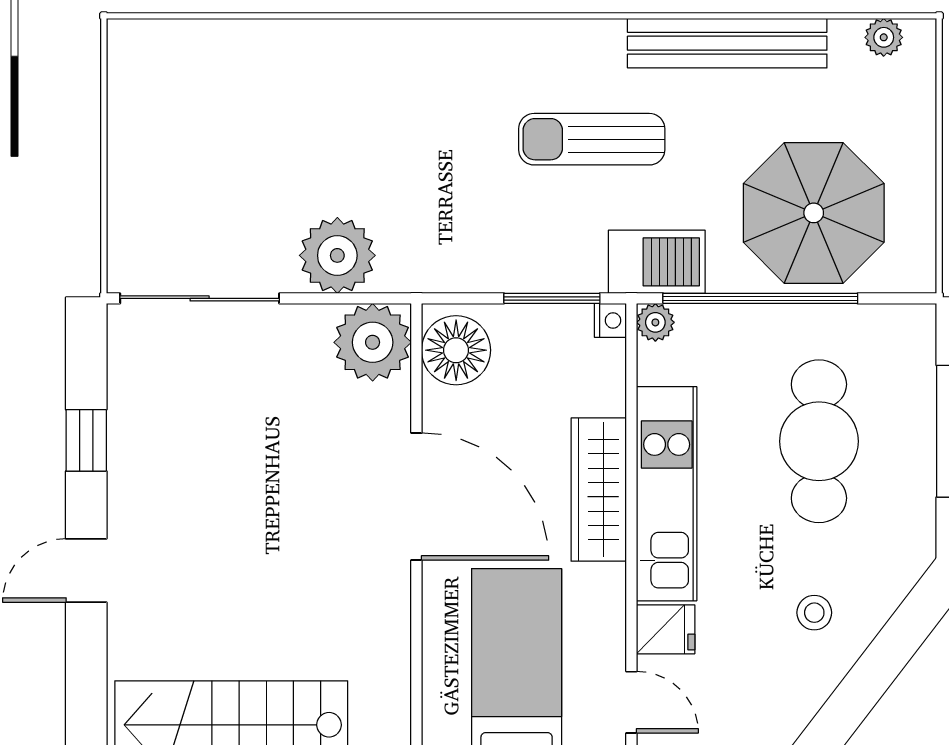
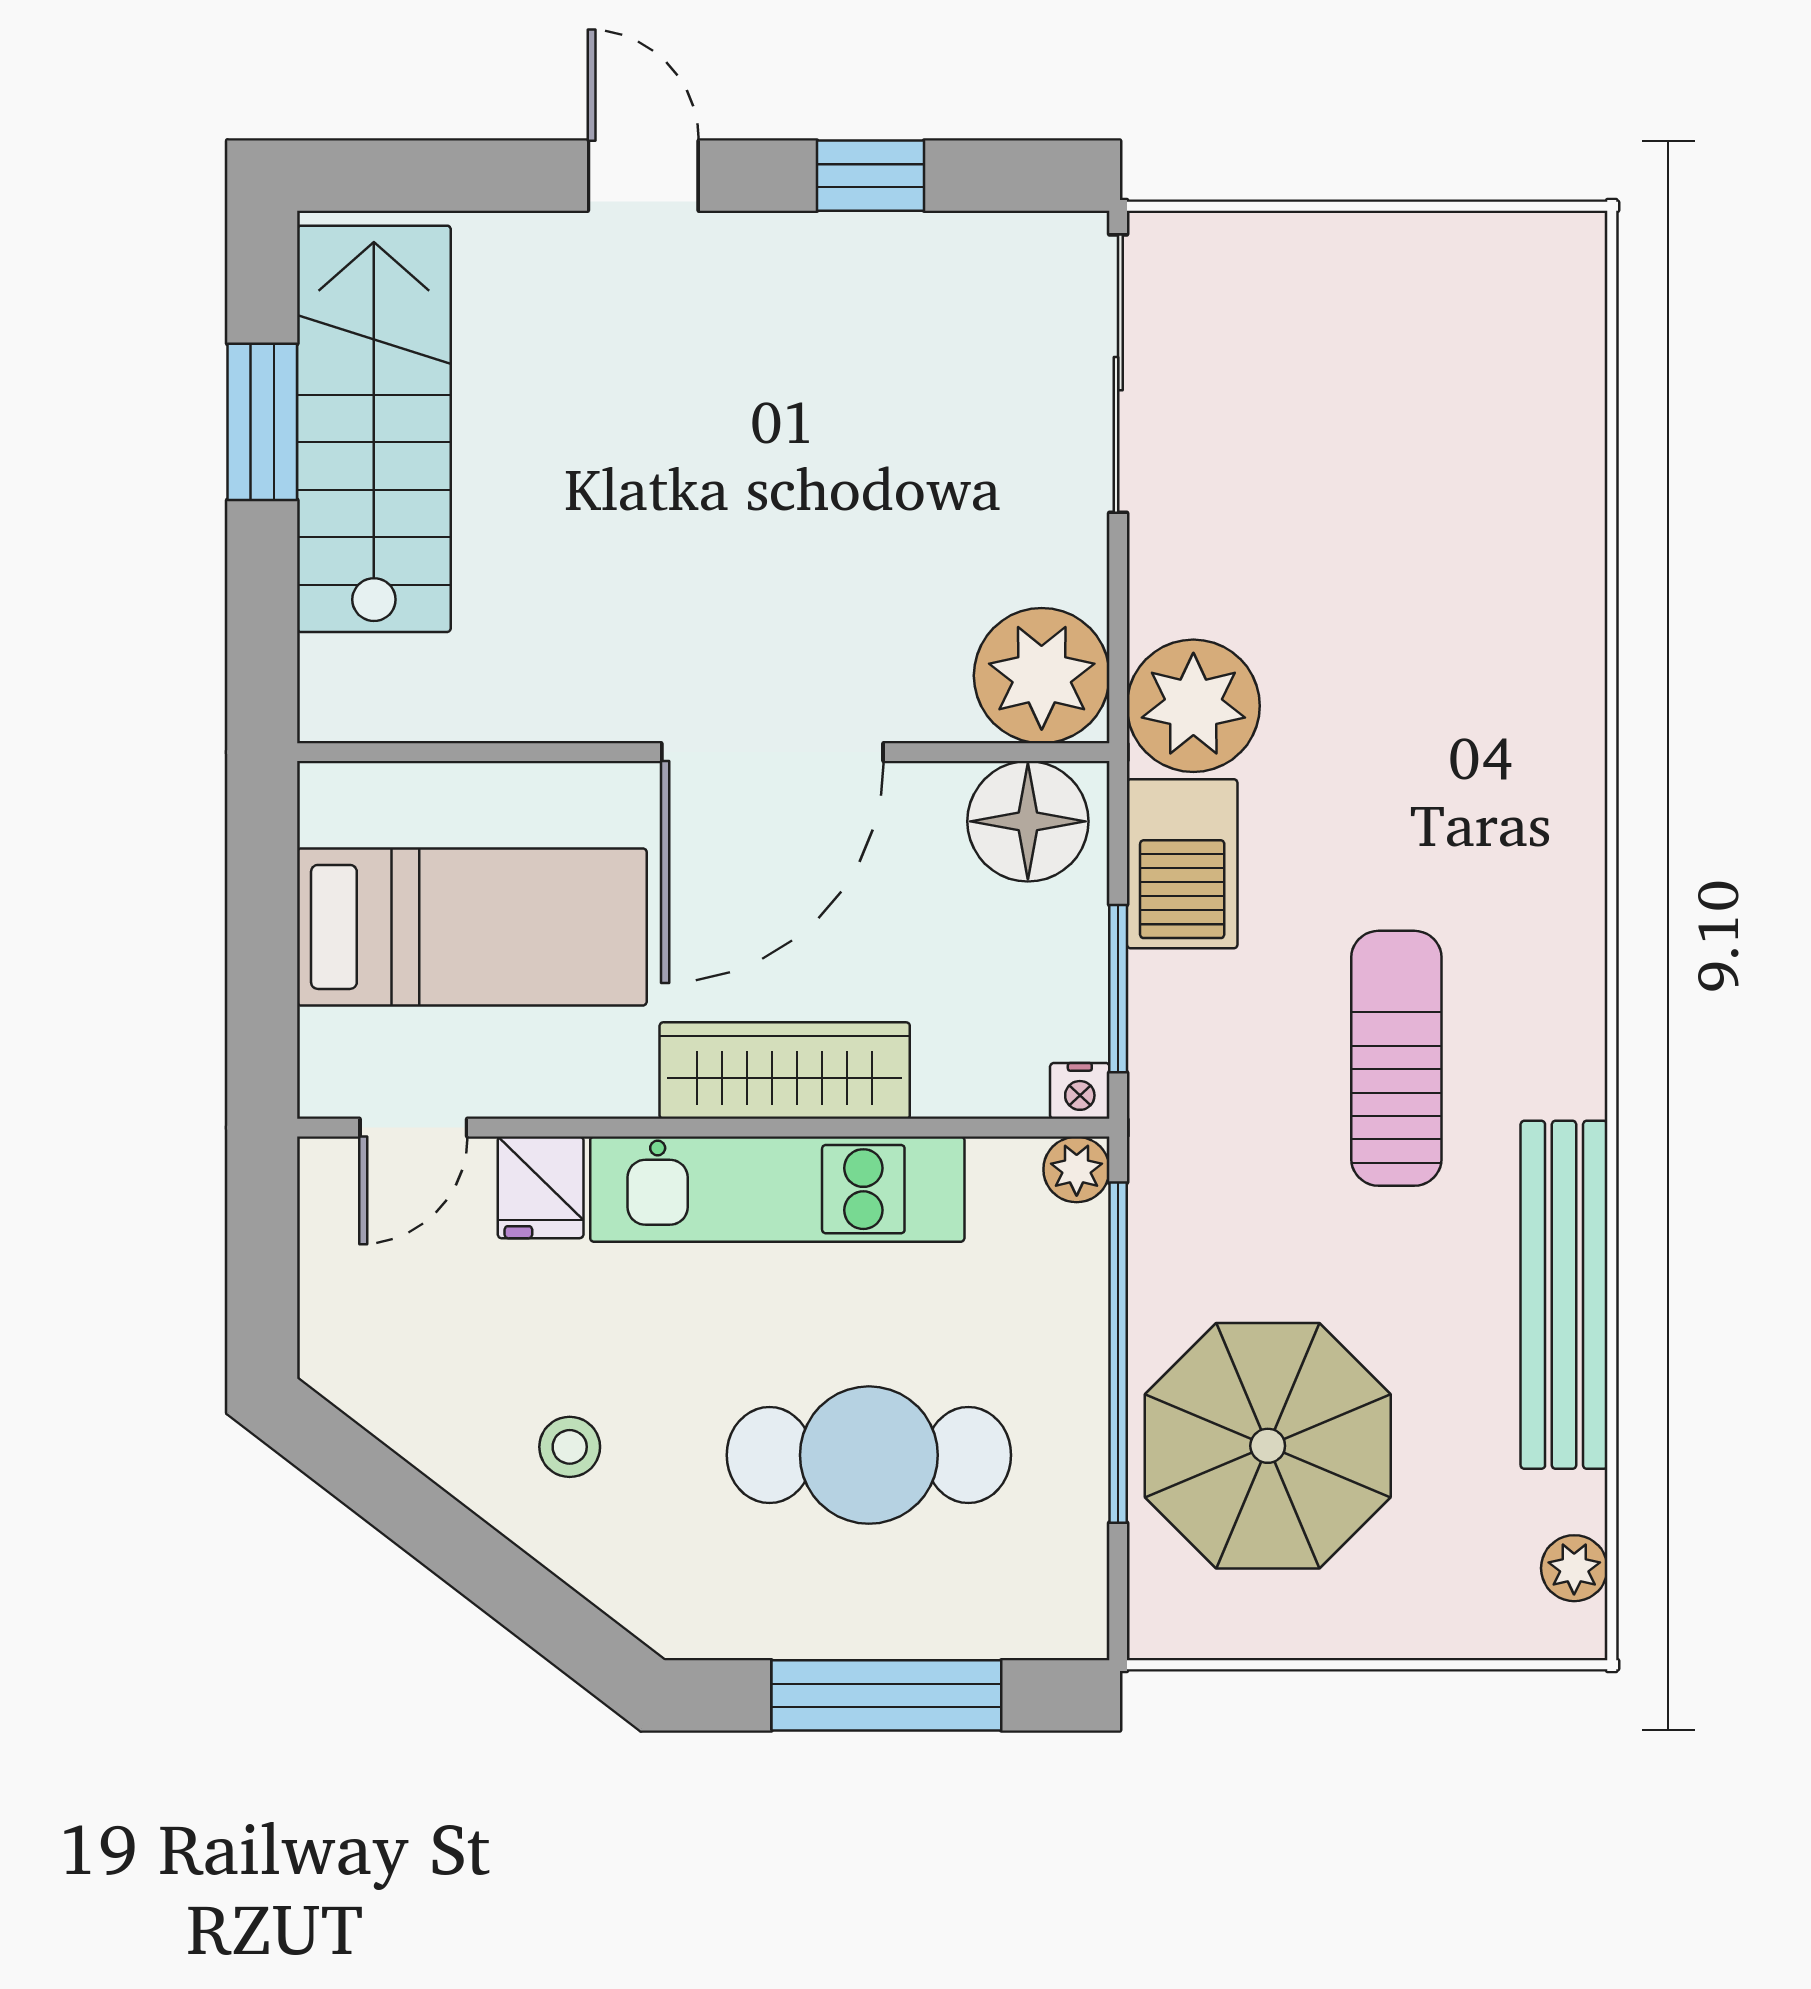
plant: (337, 255) -> (1193, 706), moved
barbecue: (657, 262) -> (1182, 864), moved

